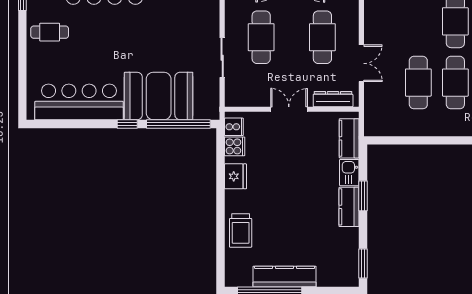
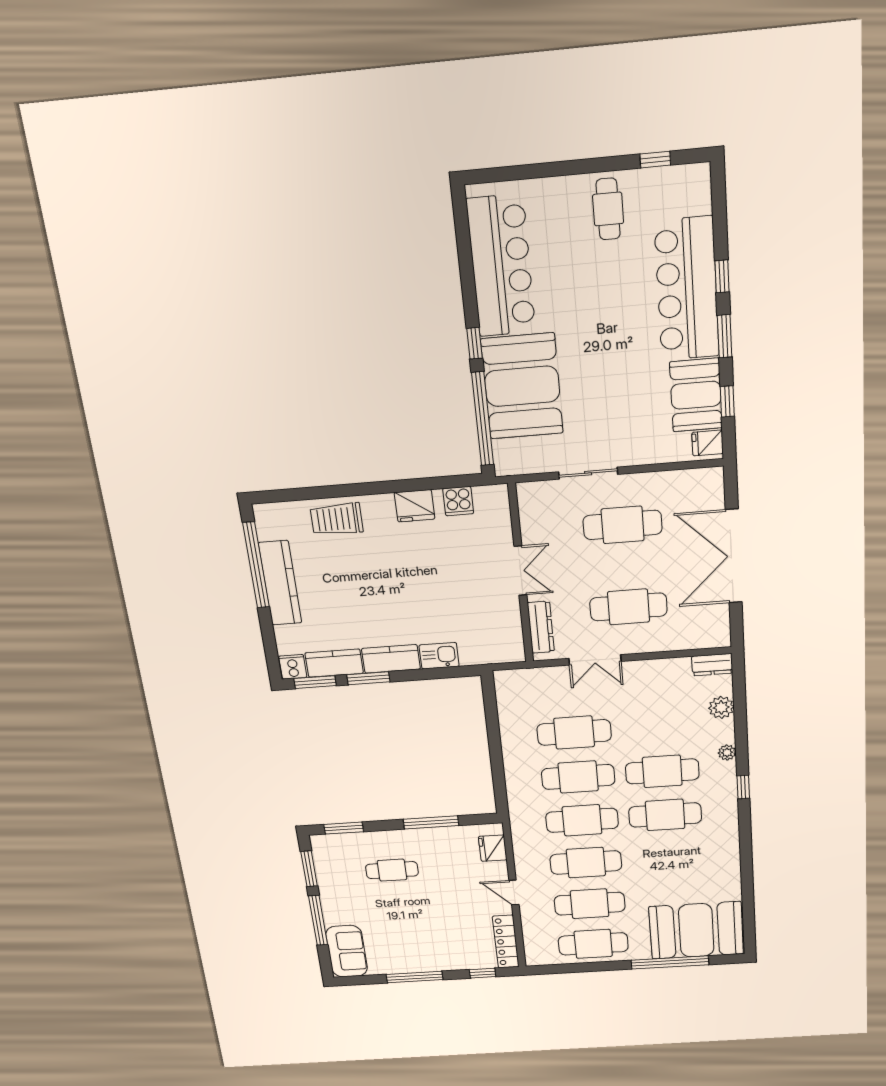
cooker: (234, 127) -> (293, 667), moved, turned 180
kitchen counter: (349, 138) -> (334, 663), moved
window: (363, 196) -> (368, 678), moved

